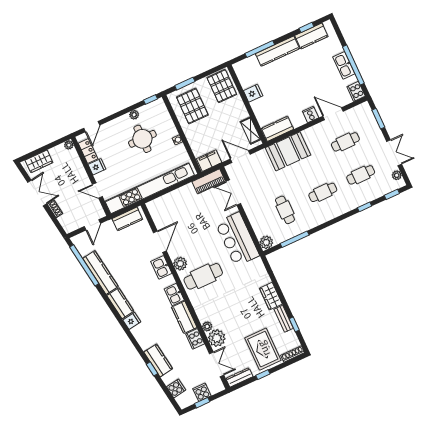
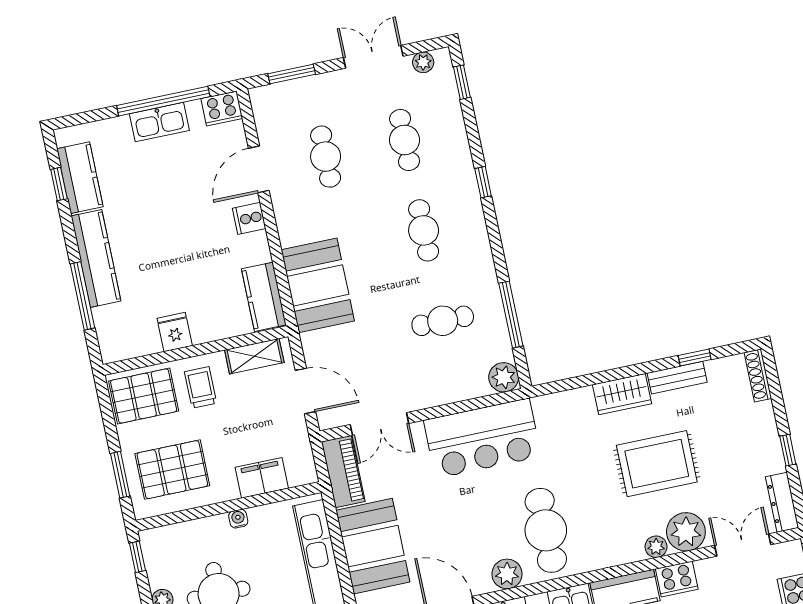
trolley: (231, 110) -> (200, 387), added
door: (240, 157) -> (305, 391), swing flipped
filing cabinet: (209, 161) -> (262, 478), moved, turned 90
booth: (179, 202) -> (373, 546), added
window: (365, 207) -> (483, 182), moved
rug: (263, 349) -> (657, 464), moved

